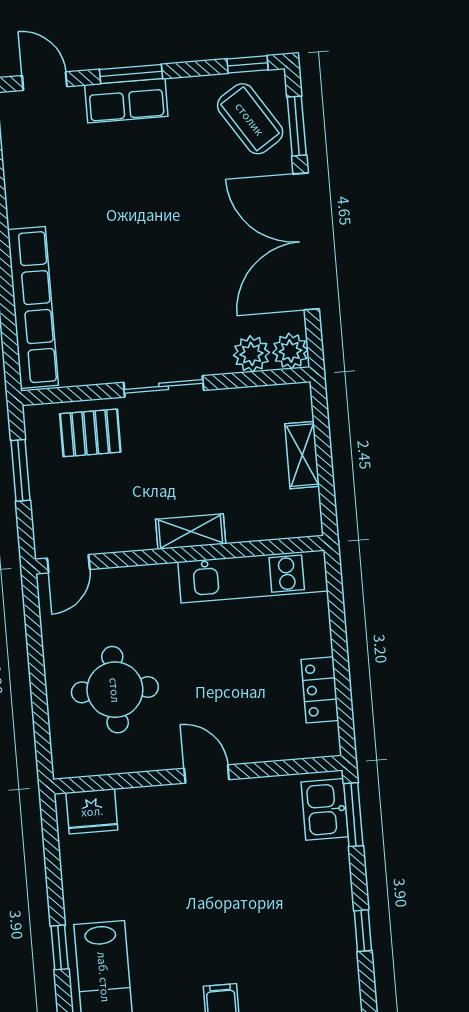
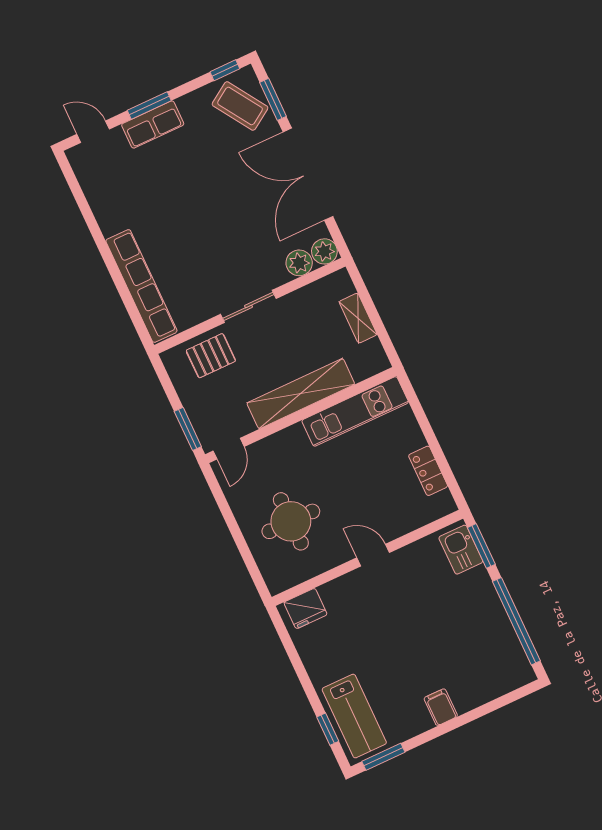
window: (20, 470) -> (188, 429), moved
shelving: (191, 532) -> (301, 394), width x2.20, depth x1.33
window: (363, 931) -> (516, 621), width x3.17
window: (60, 947) -> (328, 729), moved

